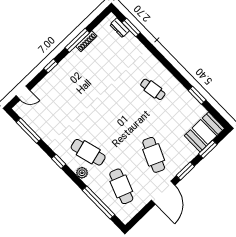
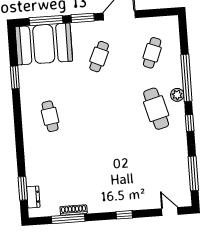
window: (77, 40) -> (68, 219), moved
booth: (204, 132) -> (44, 44), width x1.36, depth x1.42
window: (208, 149) -> (46, 21), width x1.44
cafe table: (154, 155) -> (99, 57), width x0.73, depth x0.74
cafe table: (121, 186) -> (152, 53), width x0.73, depth x0.74
window: (99, 202) -> (186, 78), moved

